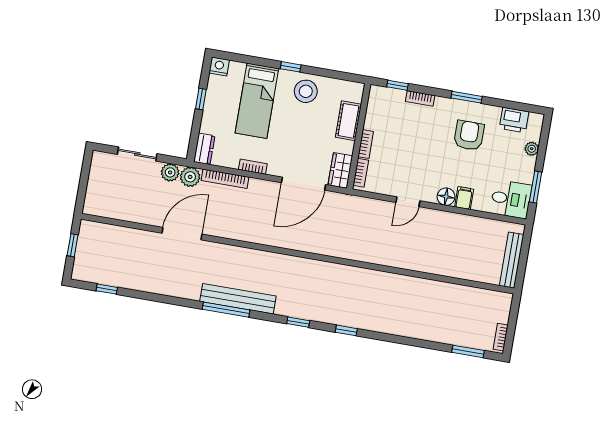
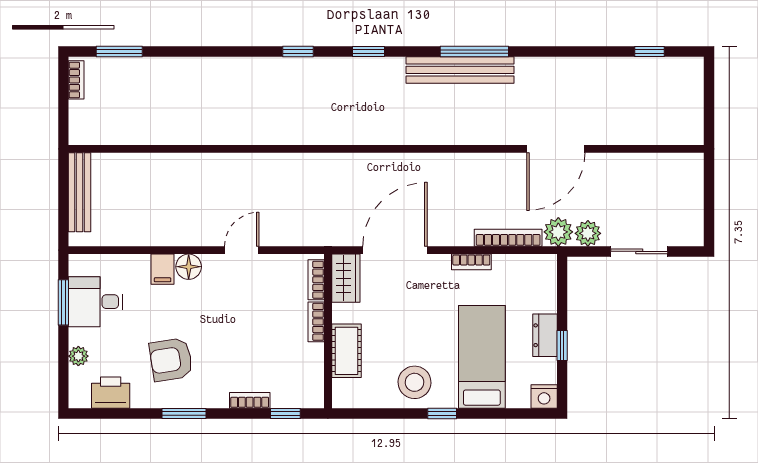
armchair: (469, 135) -> (171, 360), turned 81
dresser: (204, 149) -> (545, 335), moved
desk: (511, 199) -> (96, 302), moved
window: (73, 245) -> (709, 105), removed

